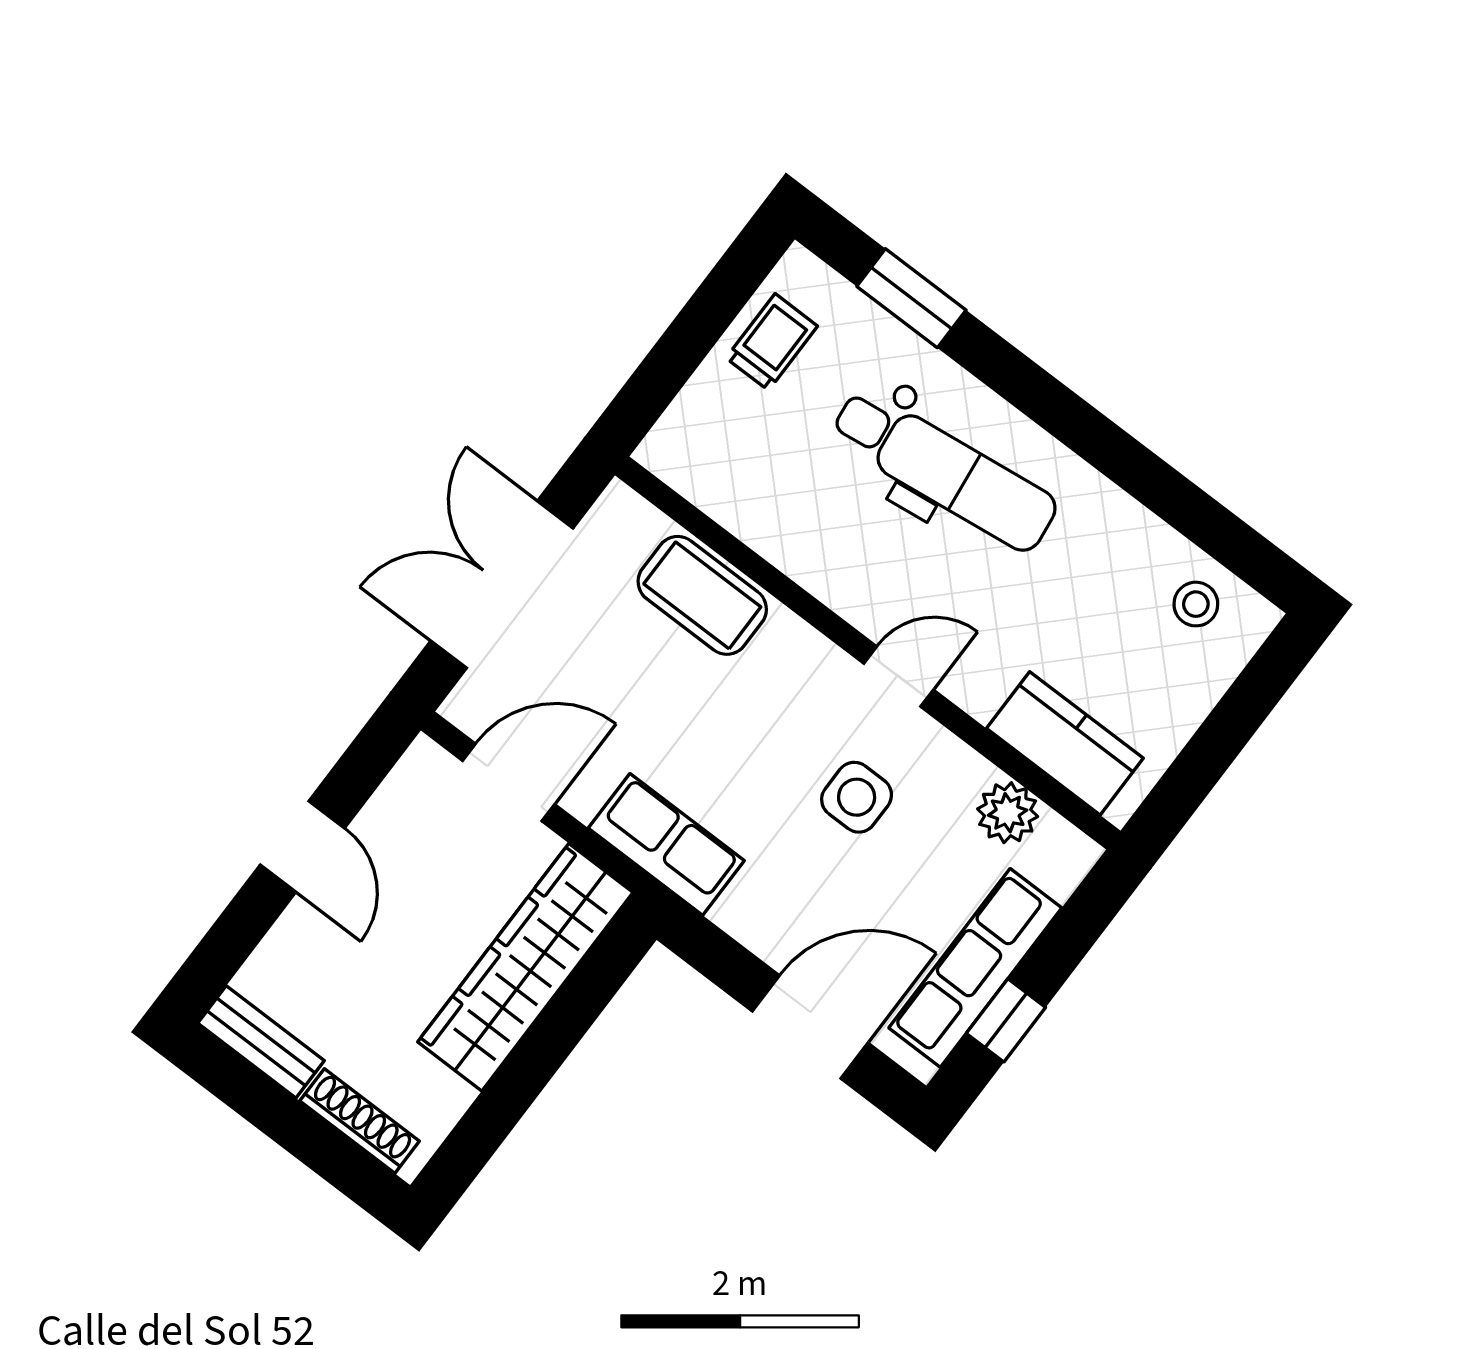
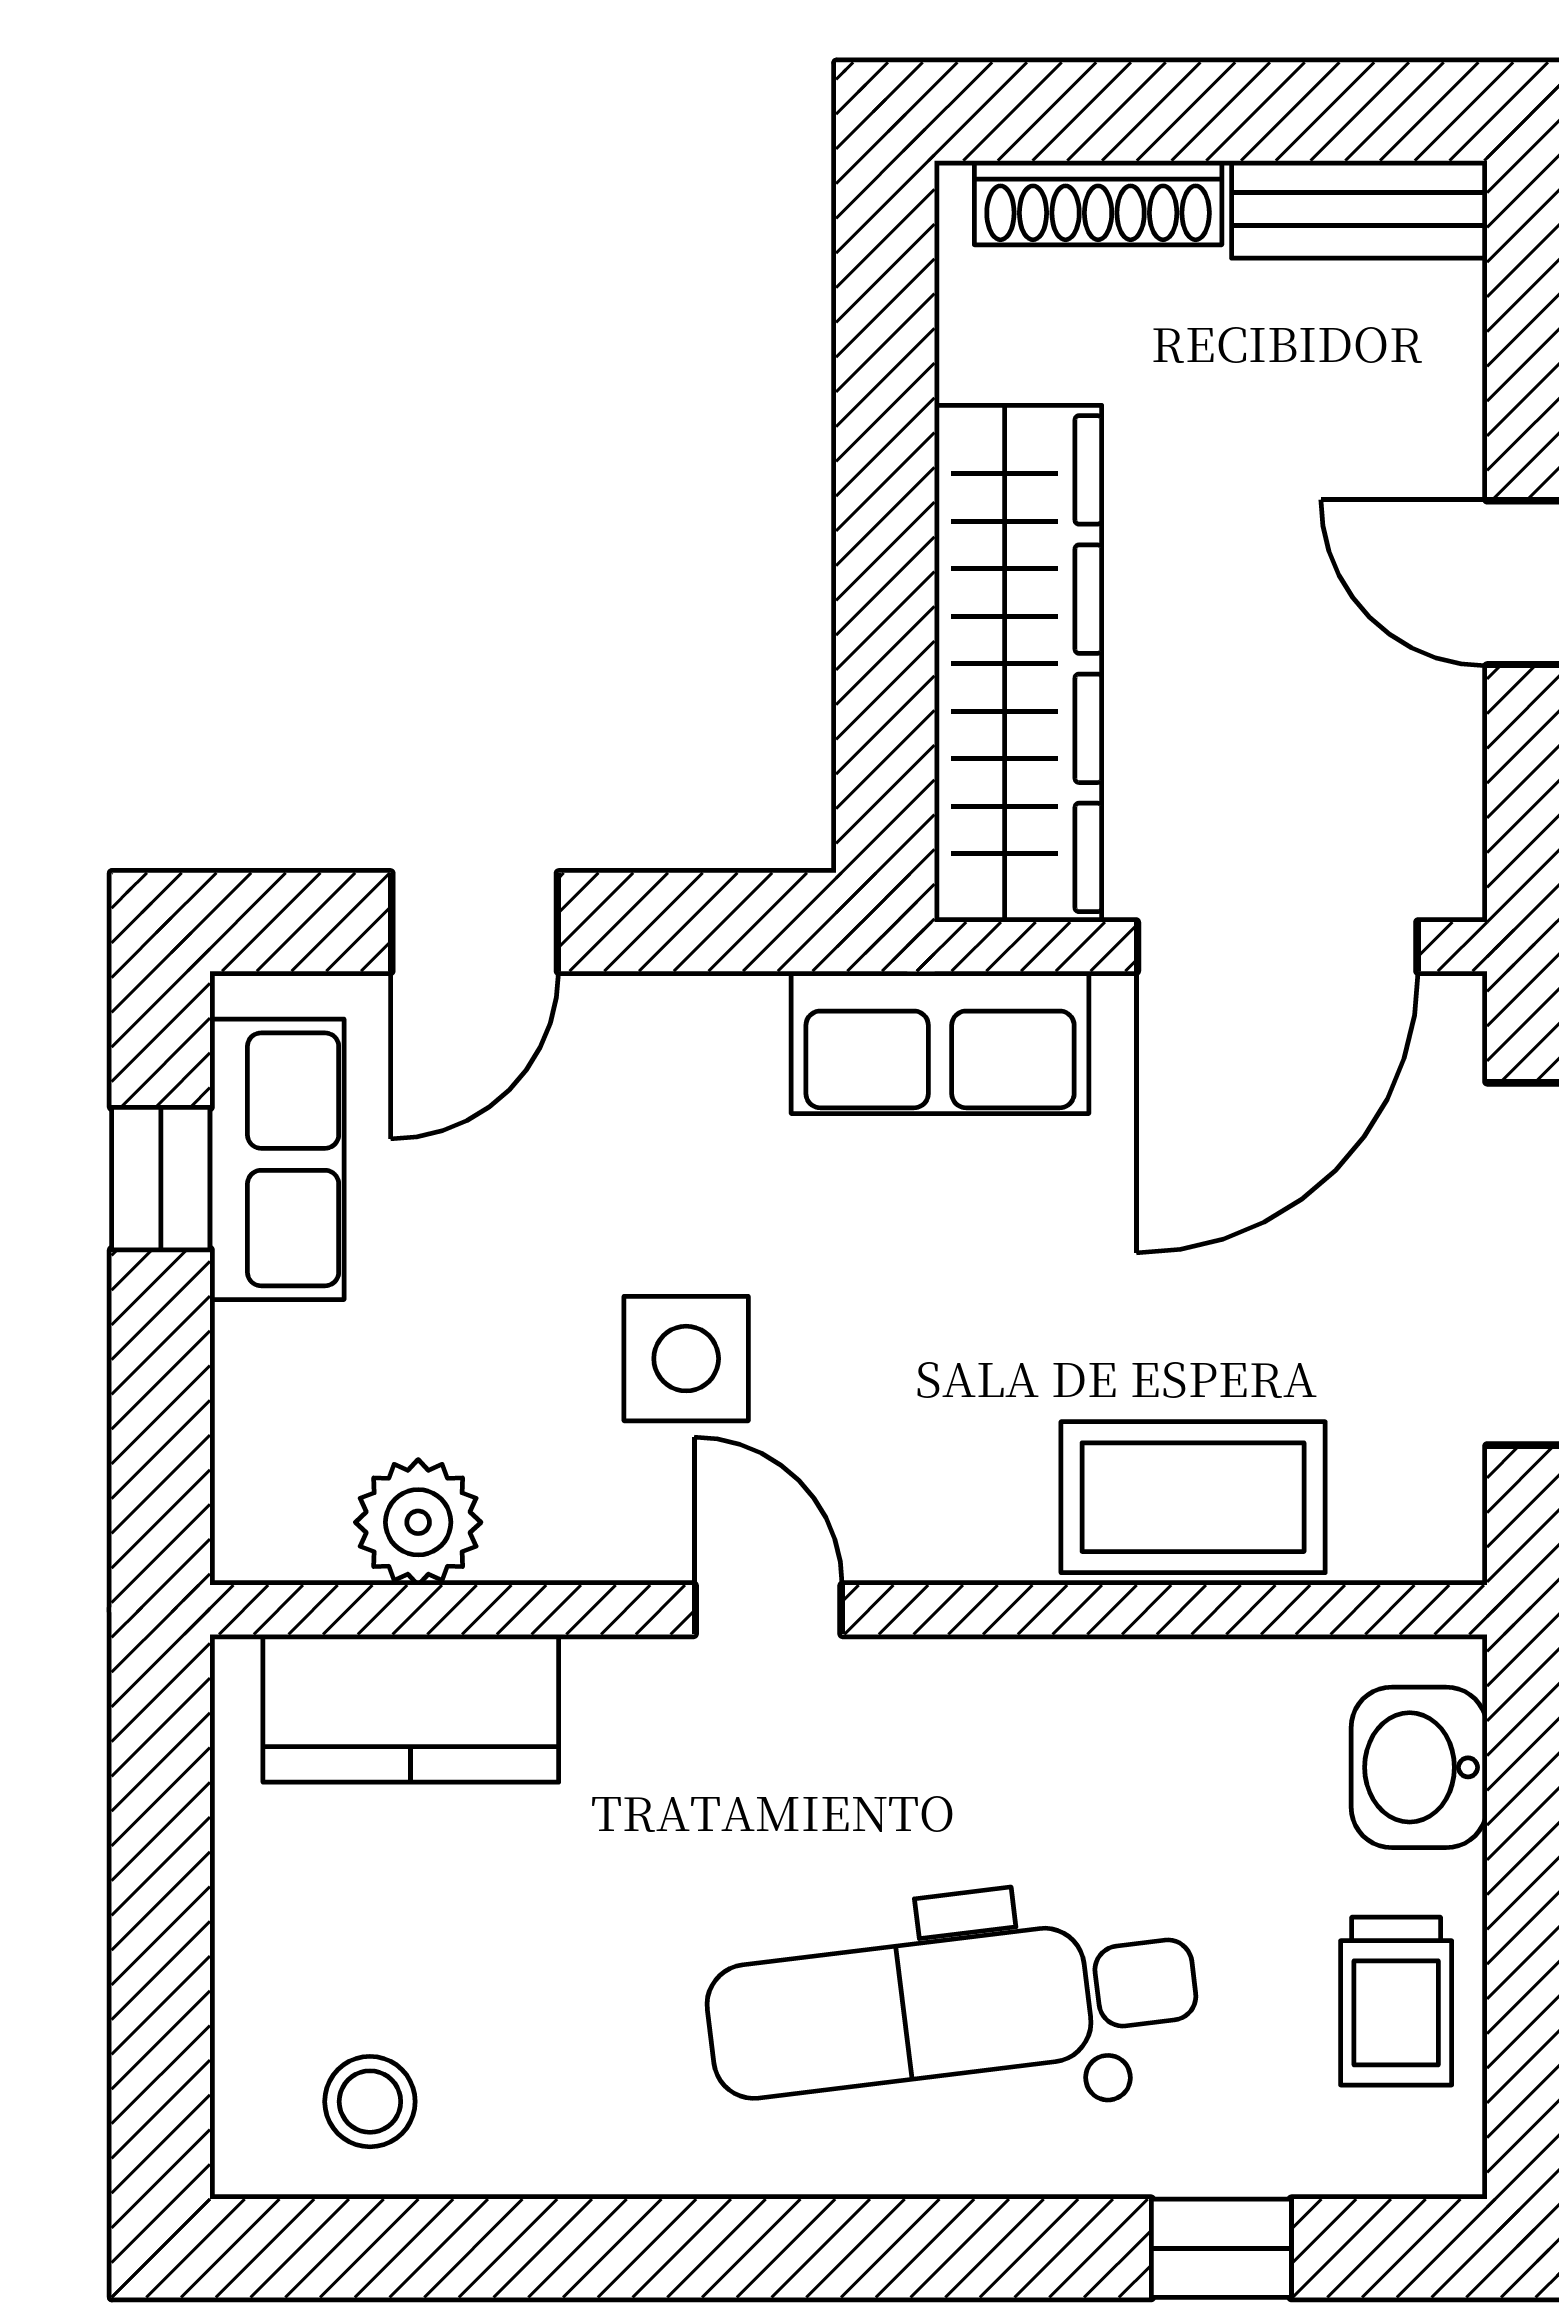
window: (911, 298) -> (1221, 2248), width x0.67
washbasin: (695, 425) -> (1419, 1767), added
door: (899, 677) -> (768, 1610), swing flipped
door: (509, 782) -> (1277, 947), width x1.36
row of seats: (975, 968) -> (277, 1159), width x0.68
door: (810, 1027) -> (475, 922), width x0.73

